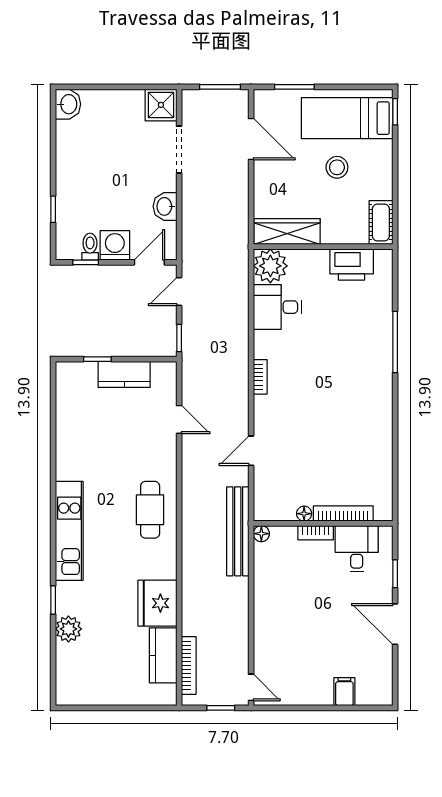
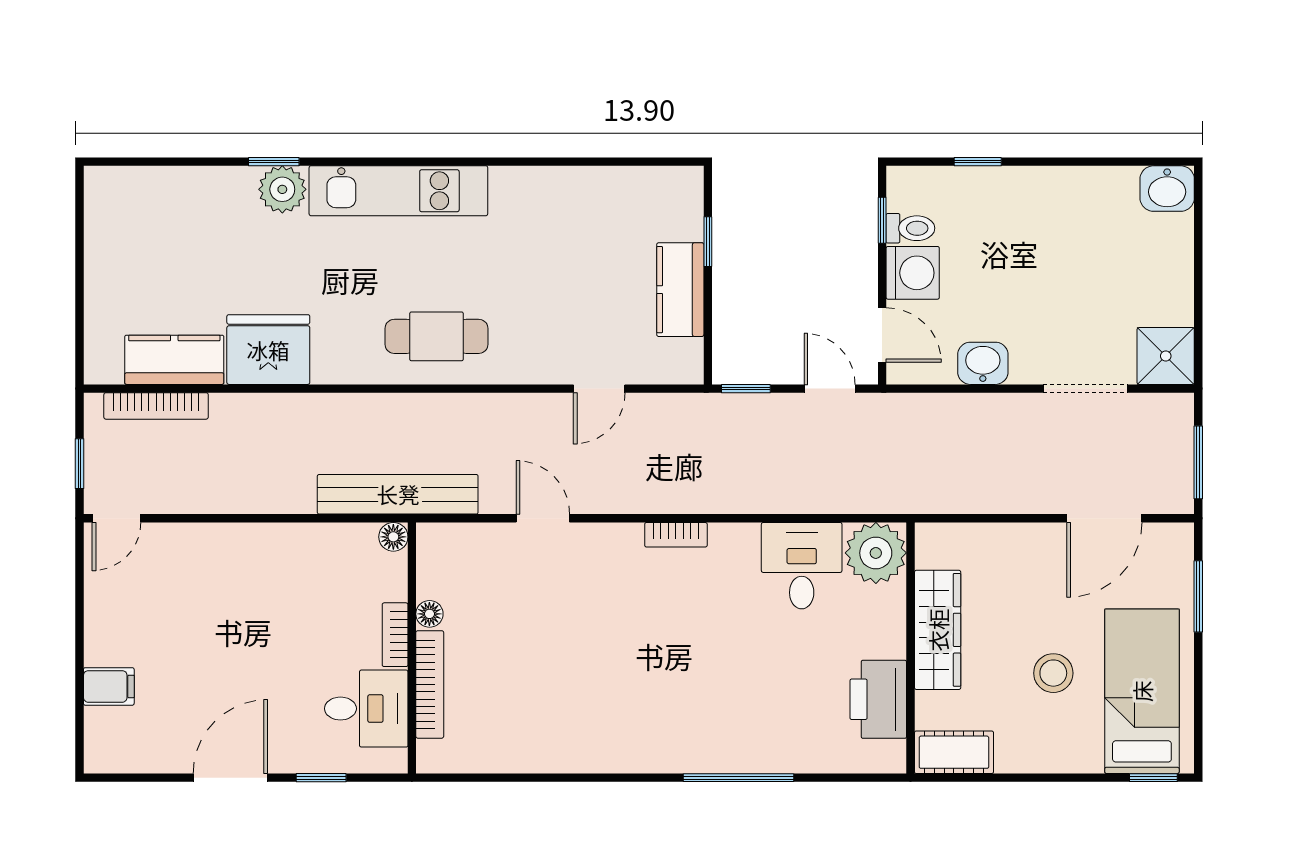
wardrobe: (287, 232) -> (938, 630), moved
plant: (68, 629) -> (282, 189), moved

